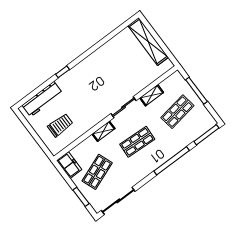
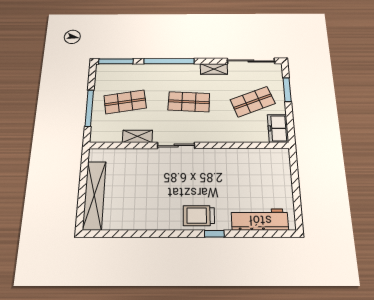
trolley: (60, 125) -> (199, 216), moved
shelving: (103, 131) -> (214, 69), moved

